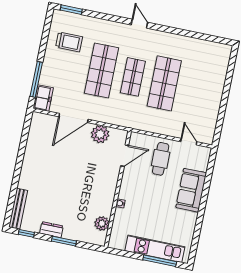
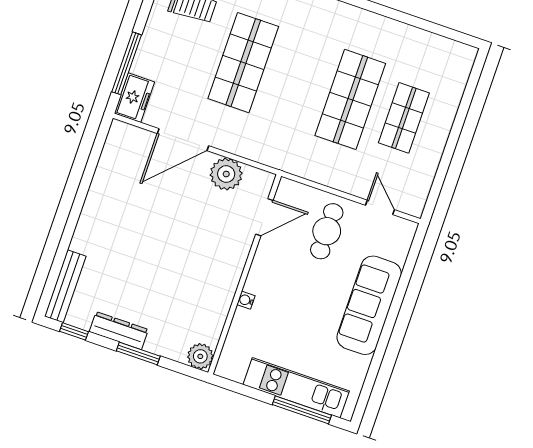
shop shelf: (133, 77) -> (404, 118), moved
sofa: (191, 190) -> (369, 305), width x1.36
plant: (102, 223) -> (200, 356), moved
dresser: (51, 230) -> (119, 331), width x1.44

